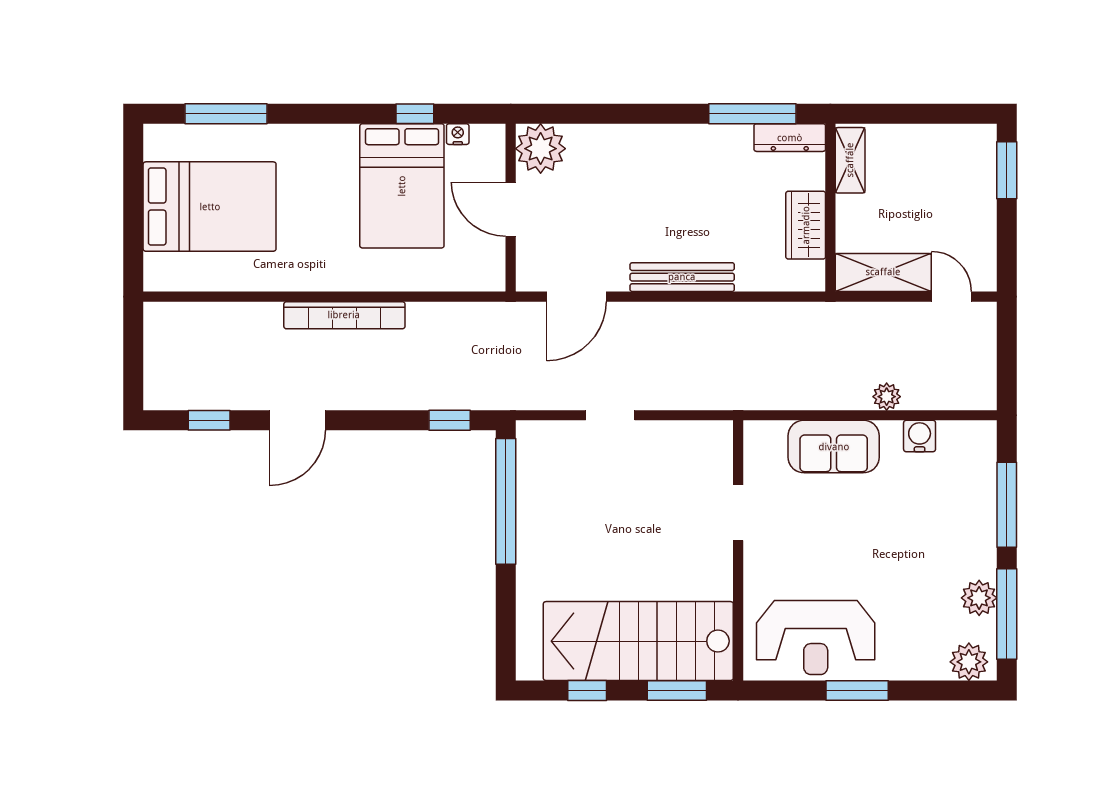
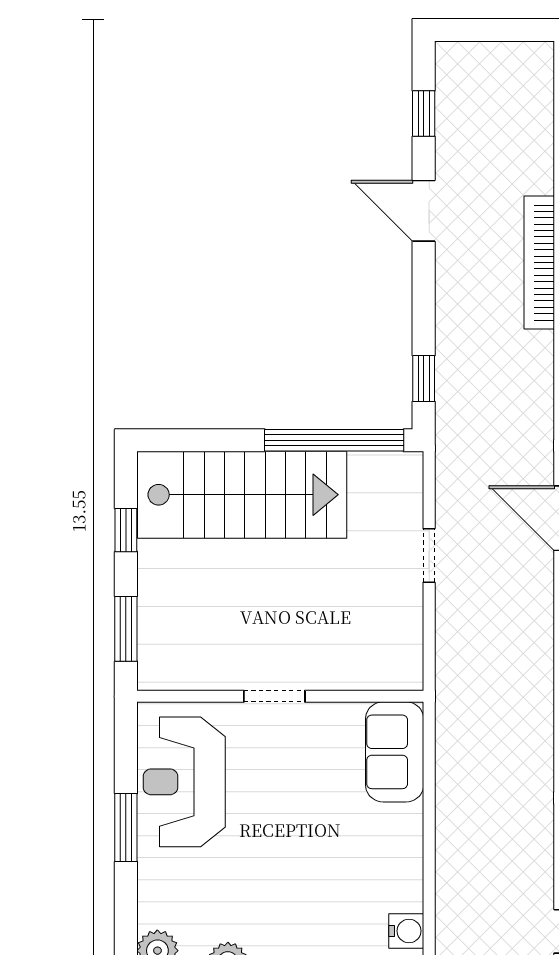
plant: (887, 397) -> (450, 860), removed
water cooler: (920, 436) -> (406, 931), moved
sofa: (834, 447) -> (395, 752), moved
doorway: (738, 513) -> (274, 696), moved
stairs: (638, 641) -> (242, 495), moved, turned 90

